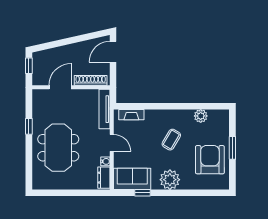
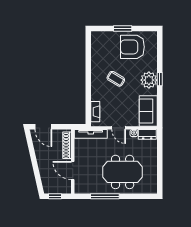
plant: (201, 116) -> (96, 55), removed
window: (29, 126) -> (105, 196), width x2.17
door: (112, 143) -> (119, 128), swing flipped
window: (142, 193) -> (160, 79), moved

